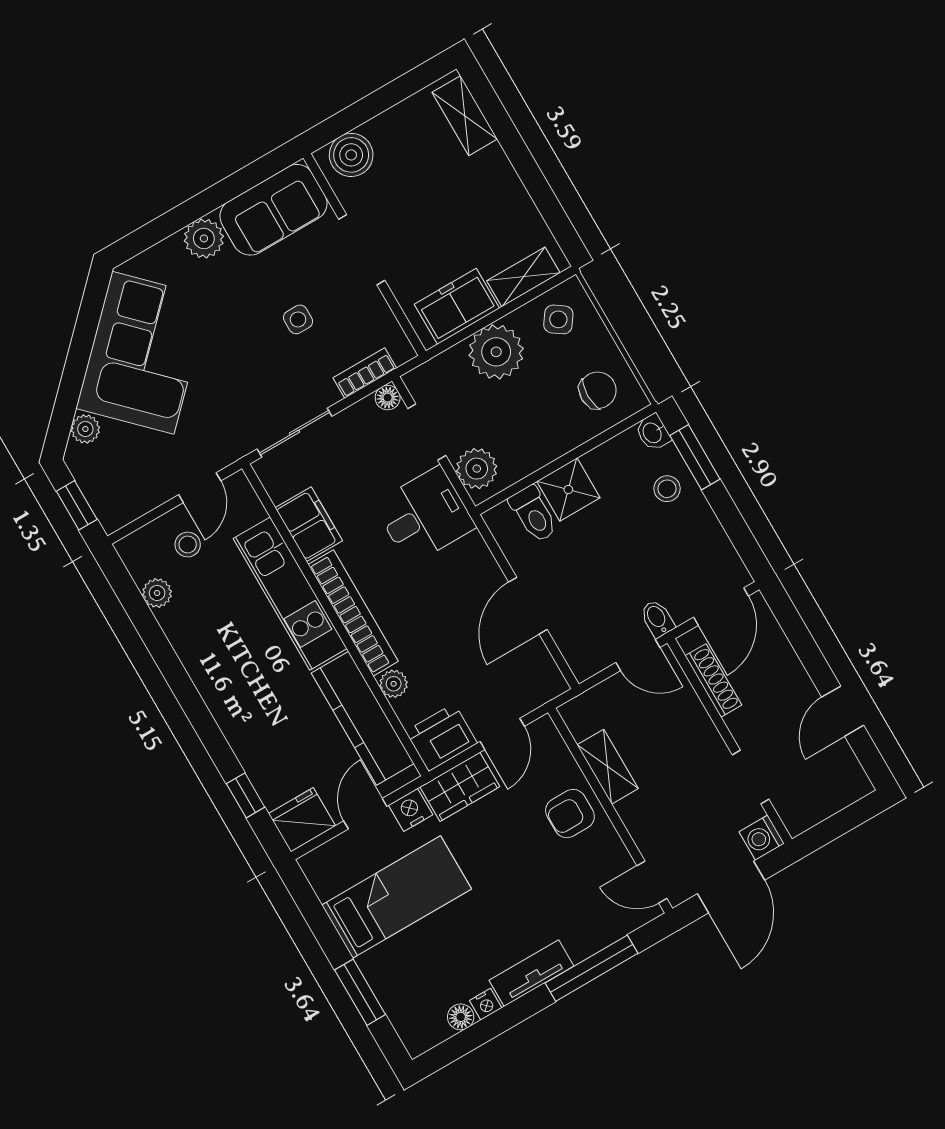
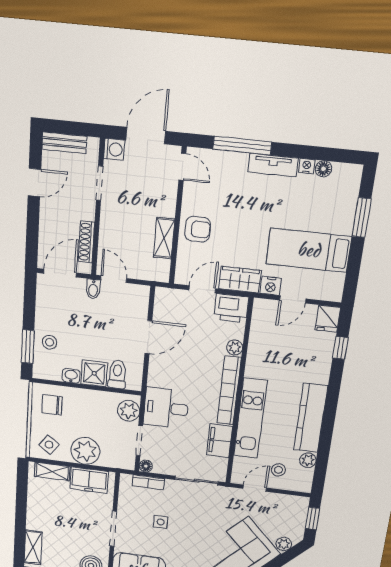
washbasin: (653, 432) -> (71, 376), moved, turned -90
kitchen counter: (363, 718) -> (311, 418), moved, turned 180
bench: (837, 797) -> (64, 143), added
fridge: (302, 820) -> (328, 319), width x0.72

